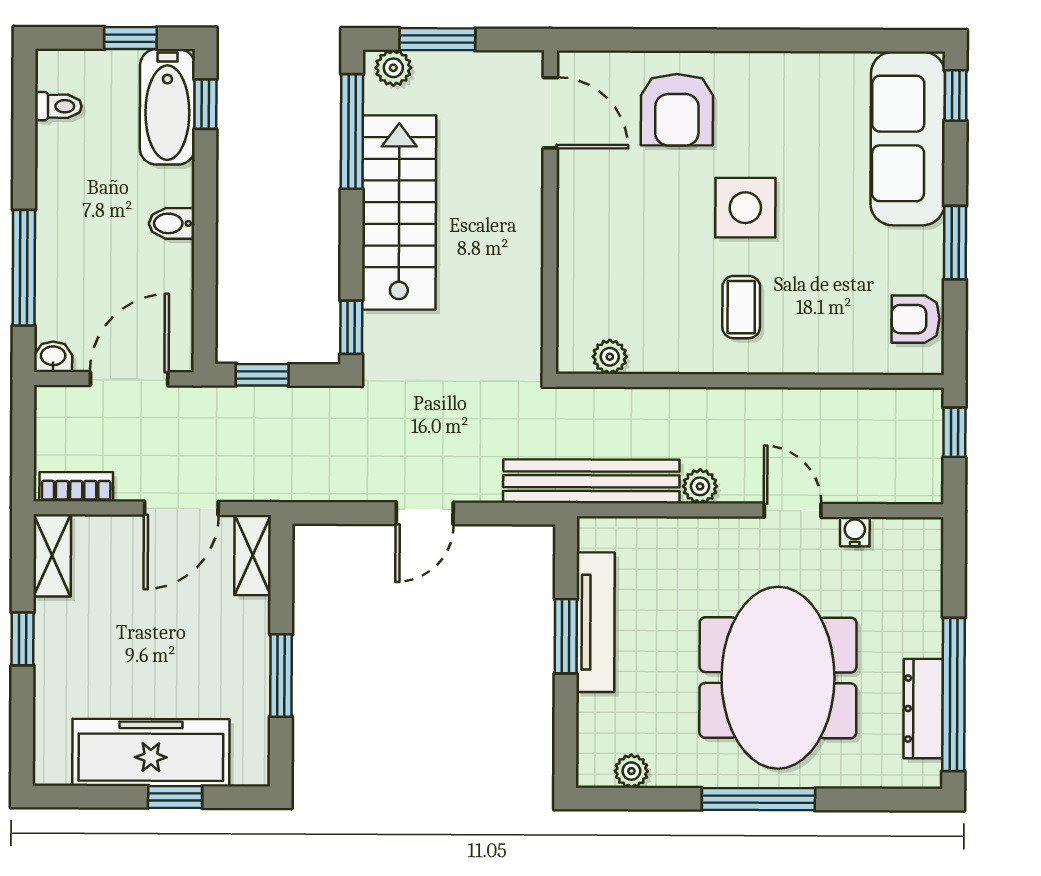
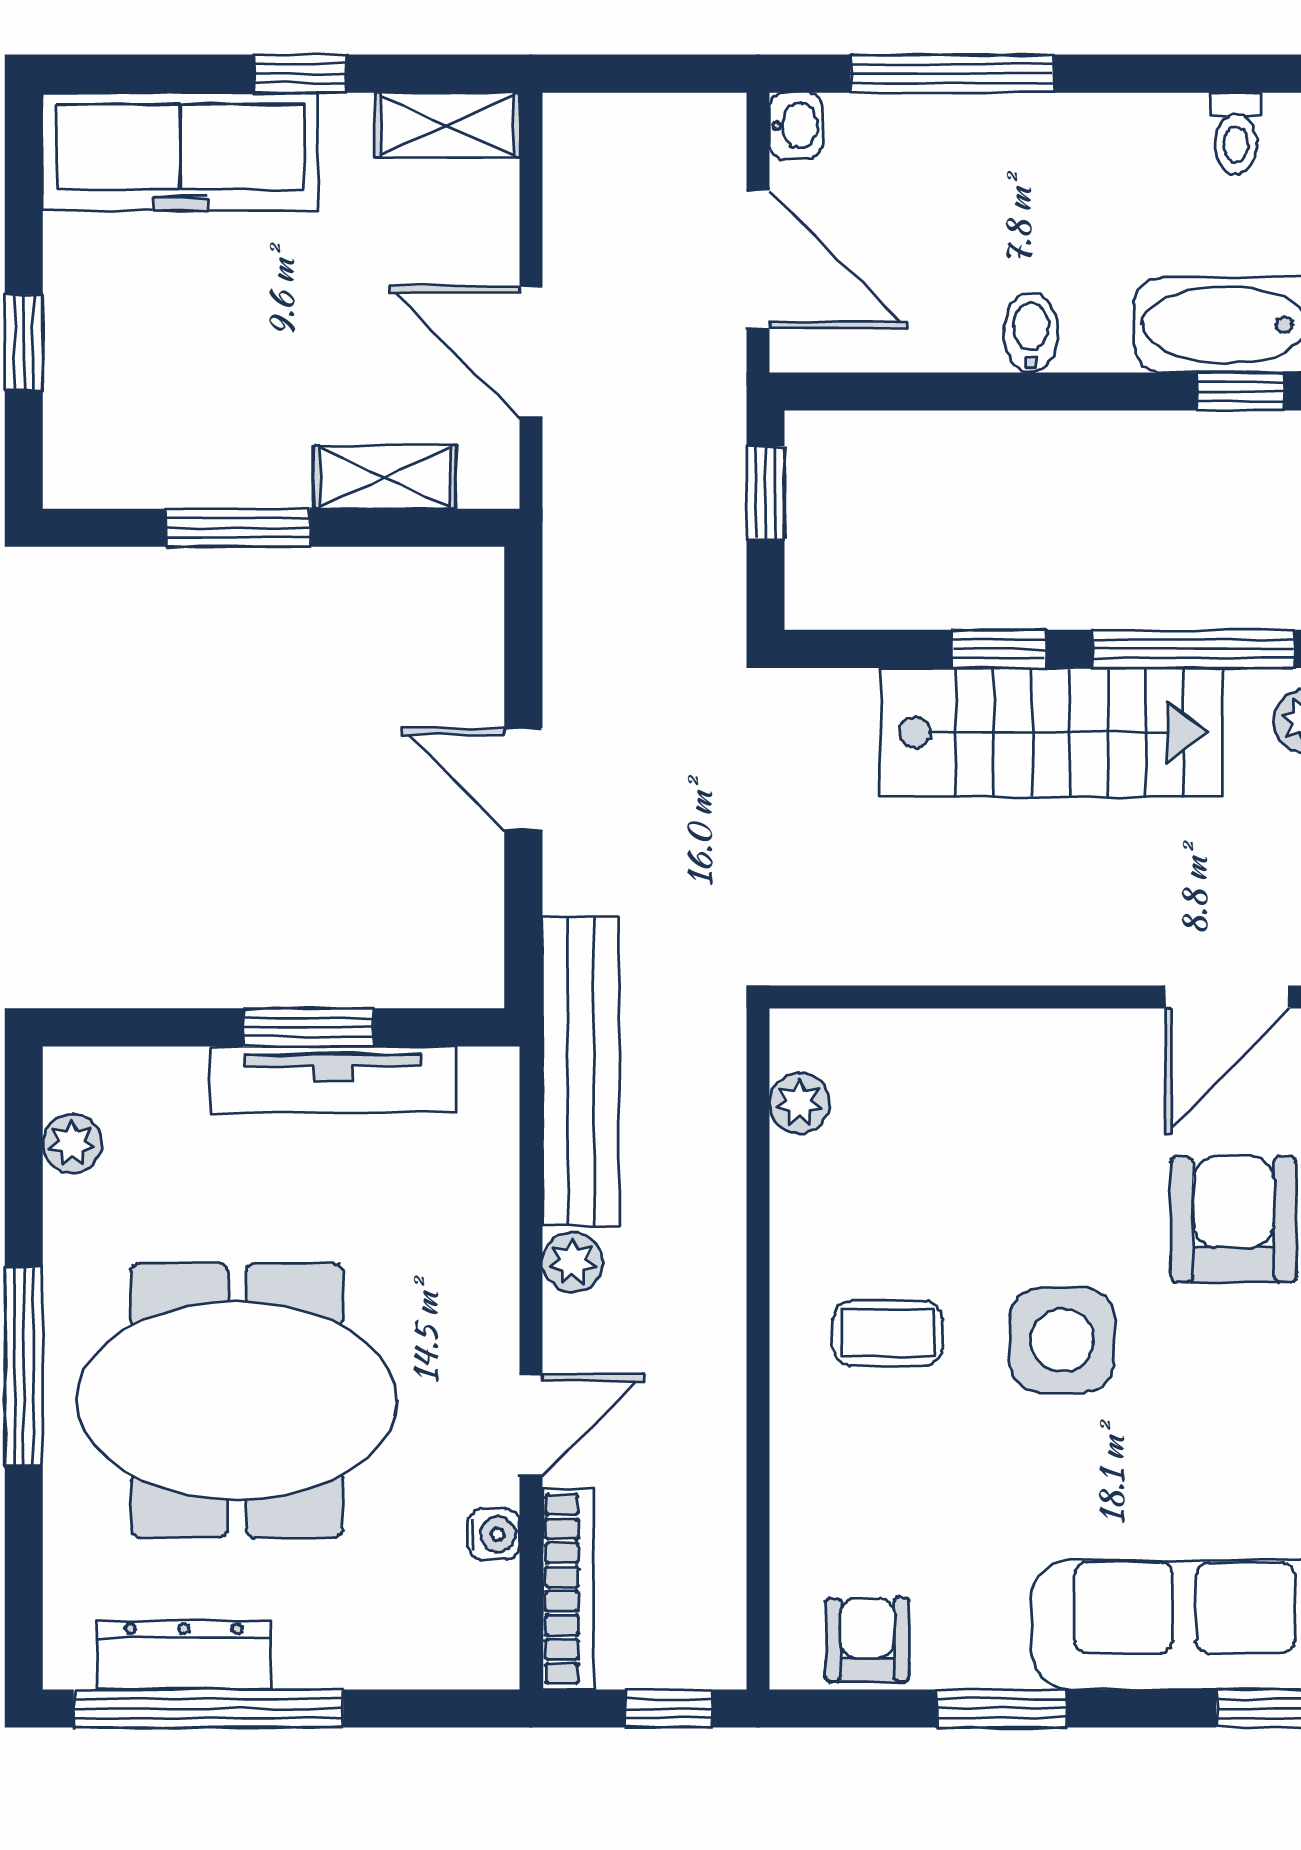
armchair: (677, 110) -> (1234, 1219), turned 90
window: (351, 327) -> (999, 649), moved
bookcase: (76, 487) -> (568, 1589), moved, width x1.56
shelving: (253, 555) -> (385, 477), moved
freezer: (151, 752) -> (180, 152), moved, turned 90

